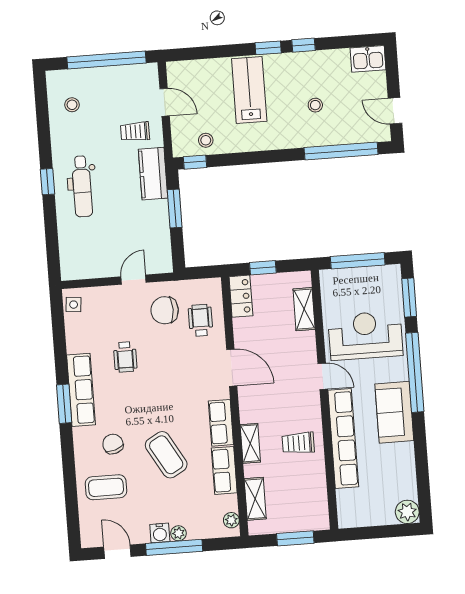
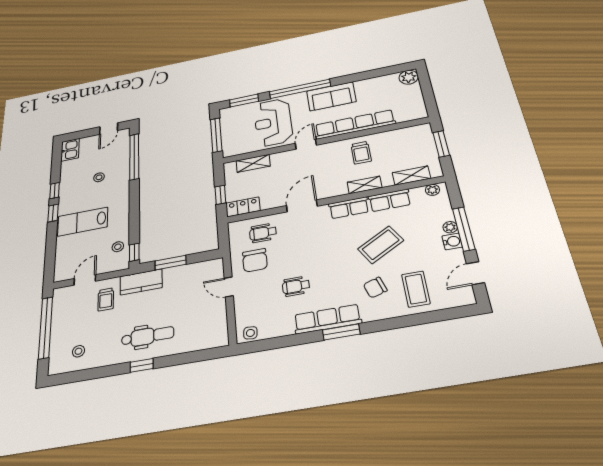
wheelchair: (125, 357) -> (296, 286), turned 180

